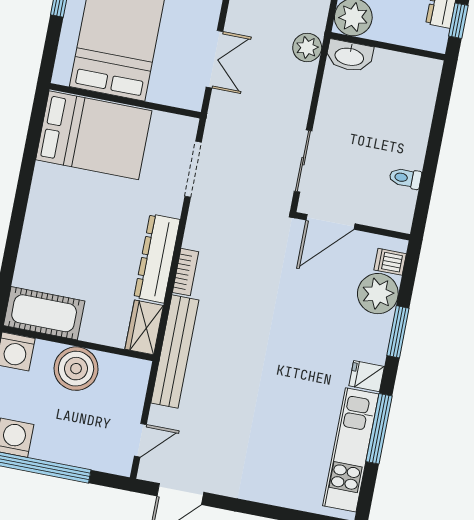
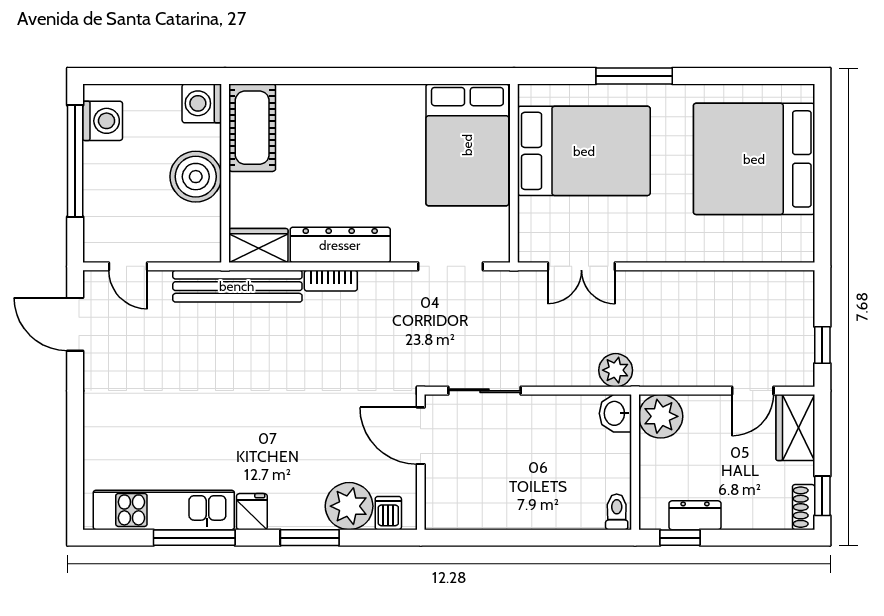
washbasin: (349, 56) -> (615, 413), width x0.72
toilet: (405, 178) -> (617, 512), moved

